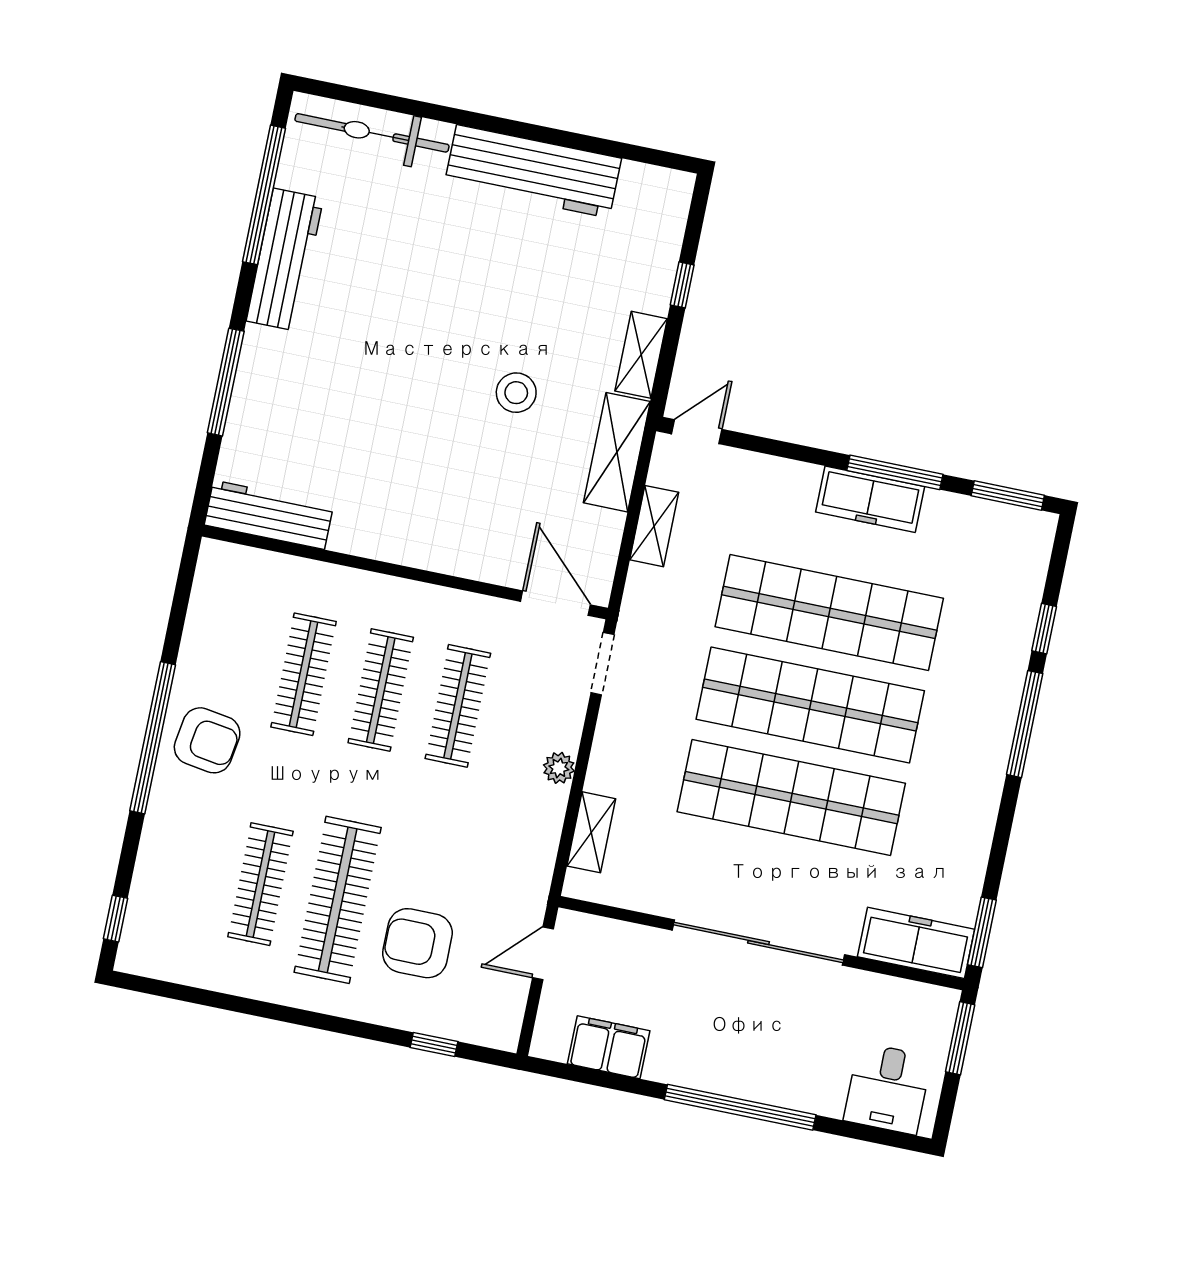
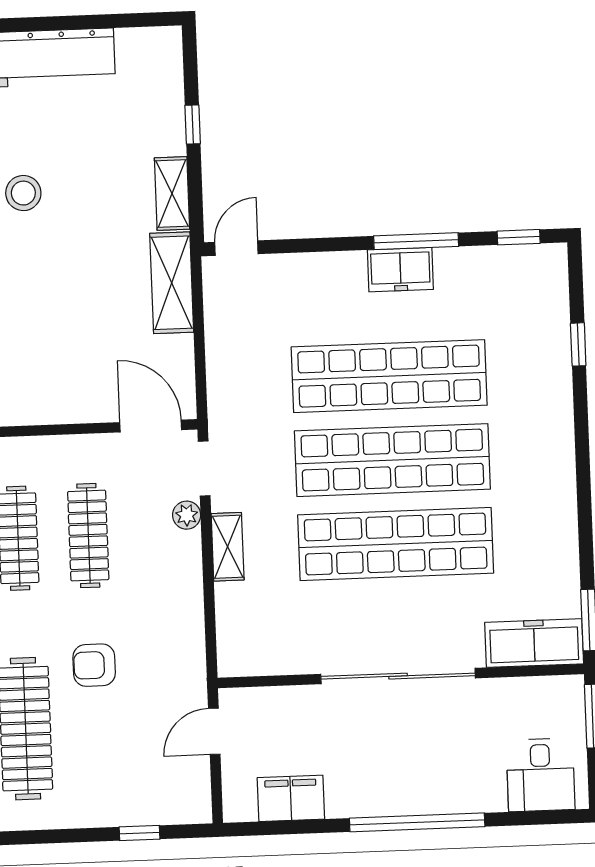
stool: (516, 393) -> (23, 193), moved
window: (1008, 496) -> (519, 237), width x0.67
freezer: (870, 499) -> (400, 270), width x0.71
shelving: (654, 526) -> (220, 339), removed
window: (1025, 724) -> (582, 431), removed
plant: (559, 768) -> (187, 515), moved
shelving: (591, 832) -> (228, 547), moved
armchair: (417, 943) -> (94, 665), moved, width x0.72, depth x0.72

